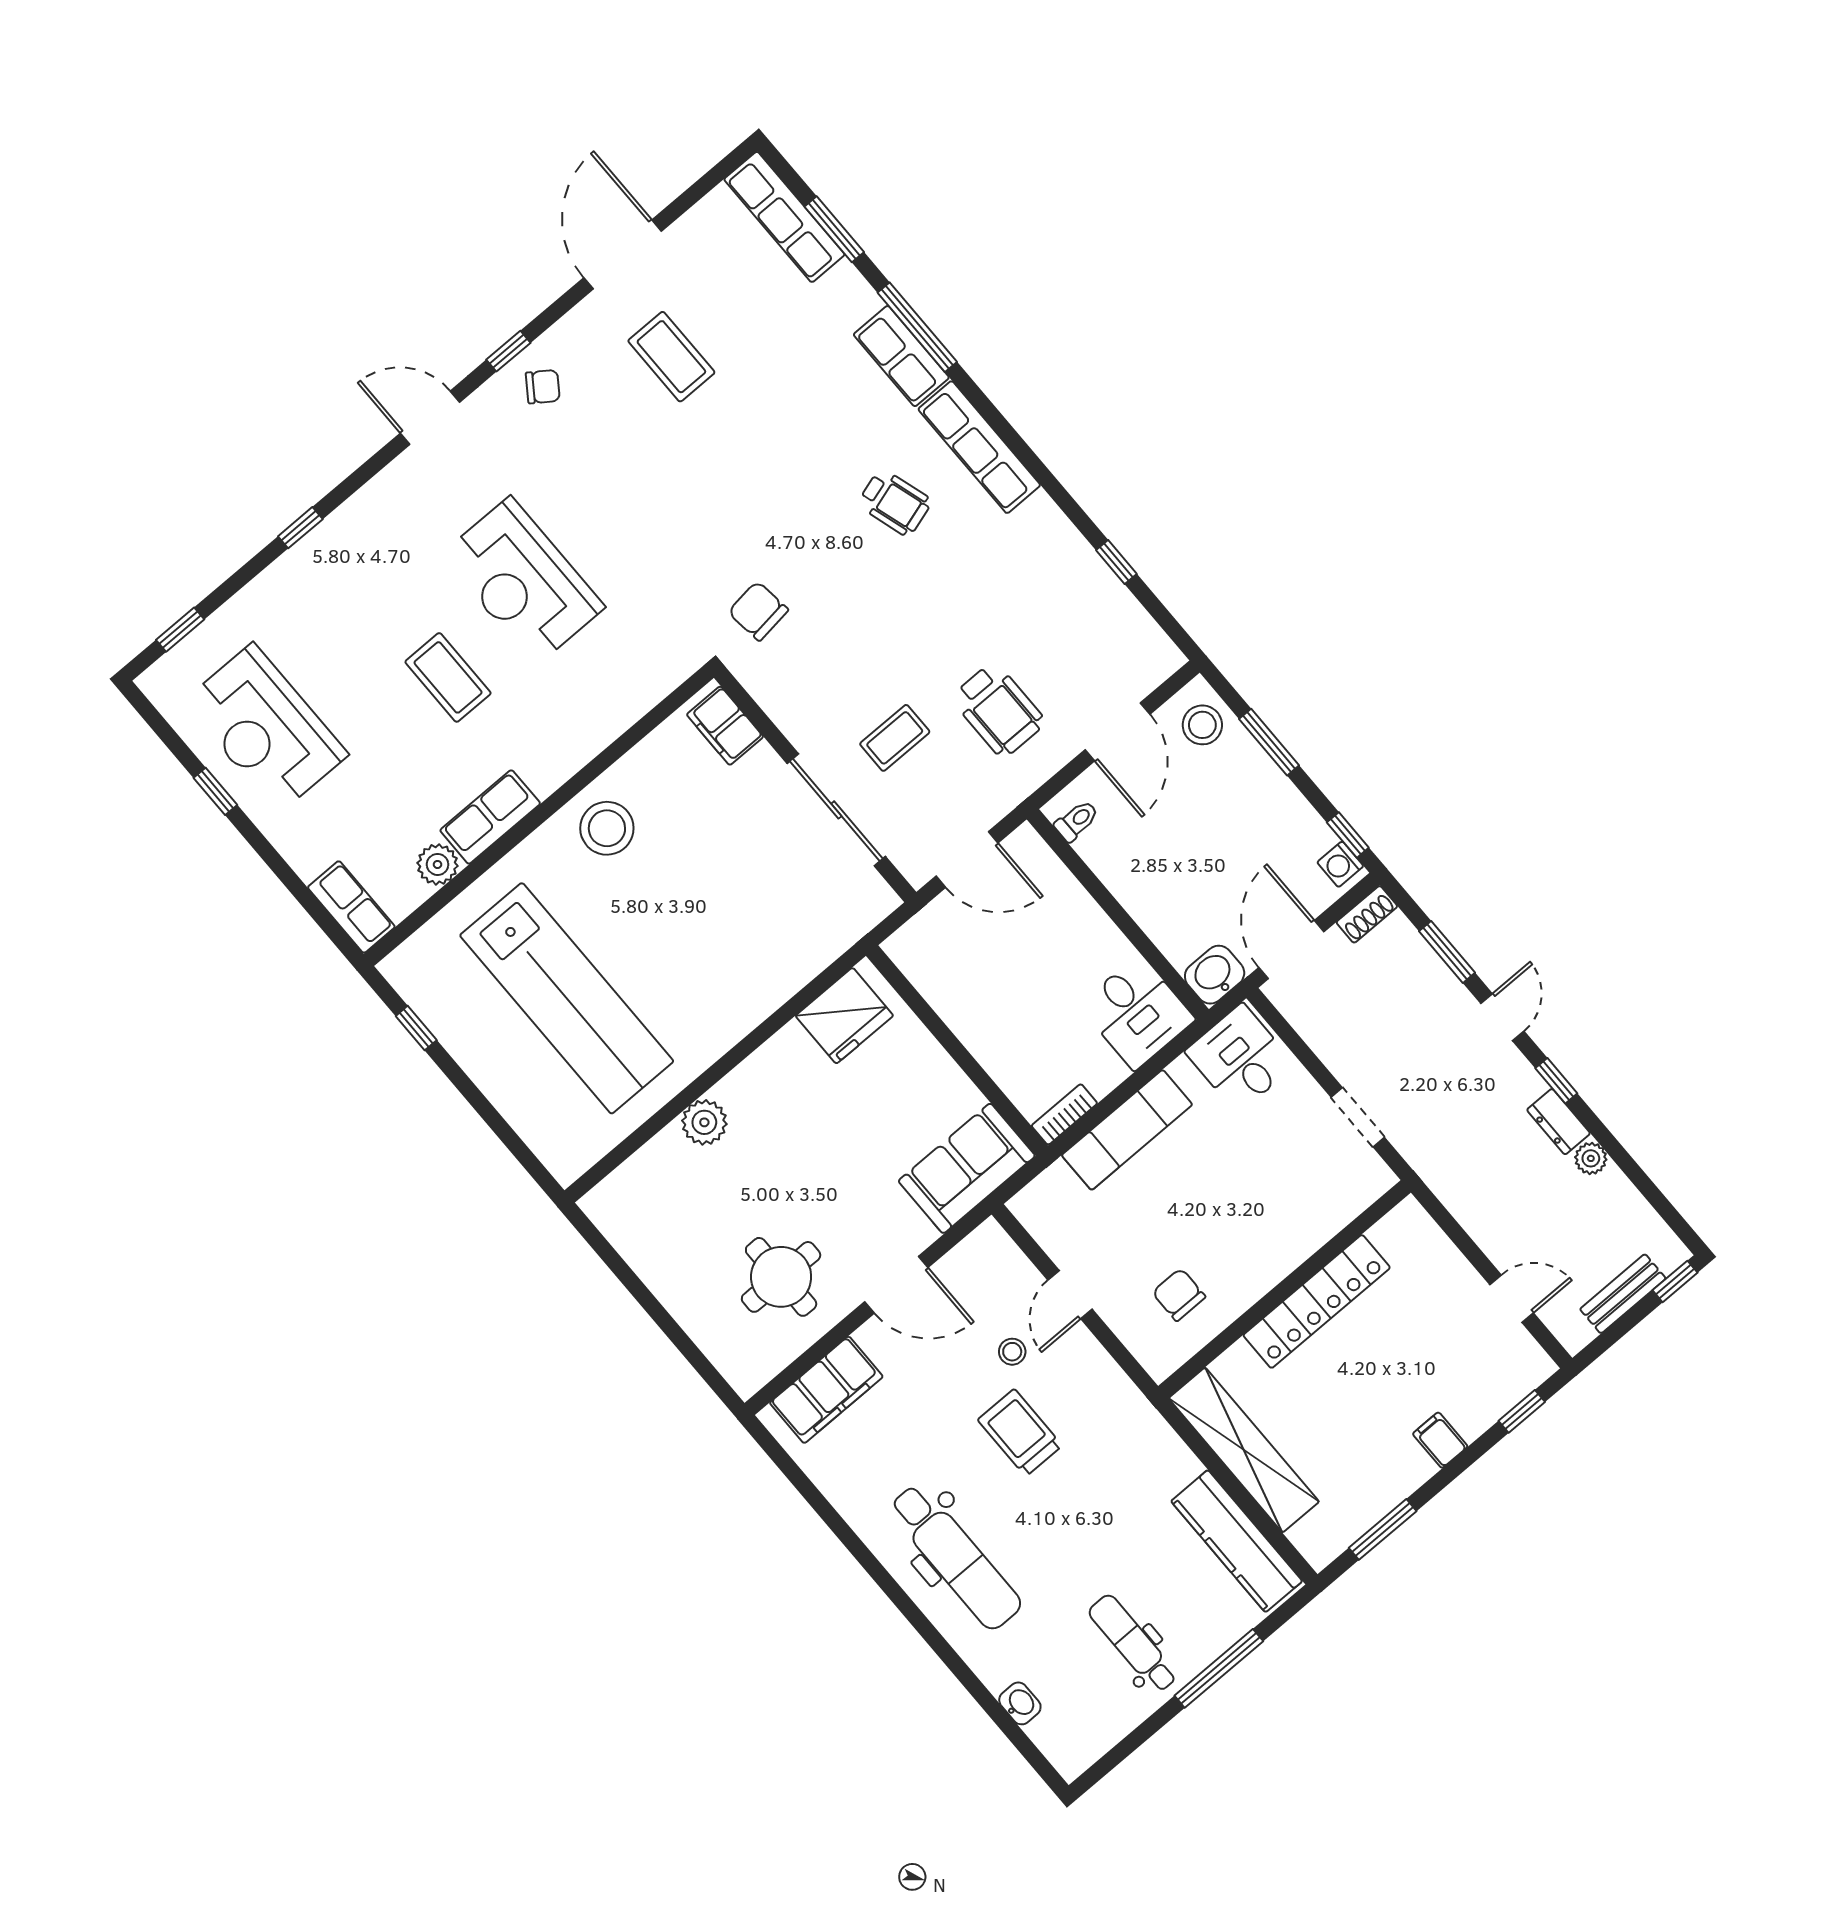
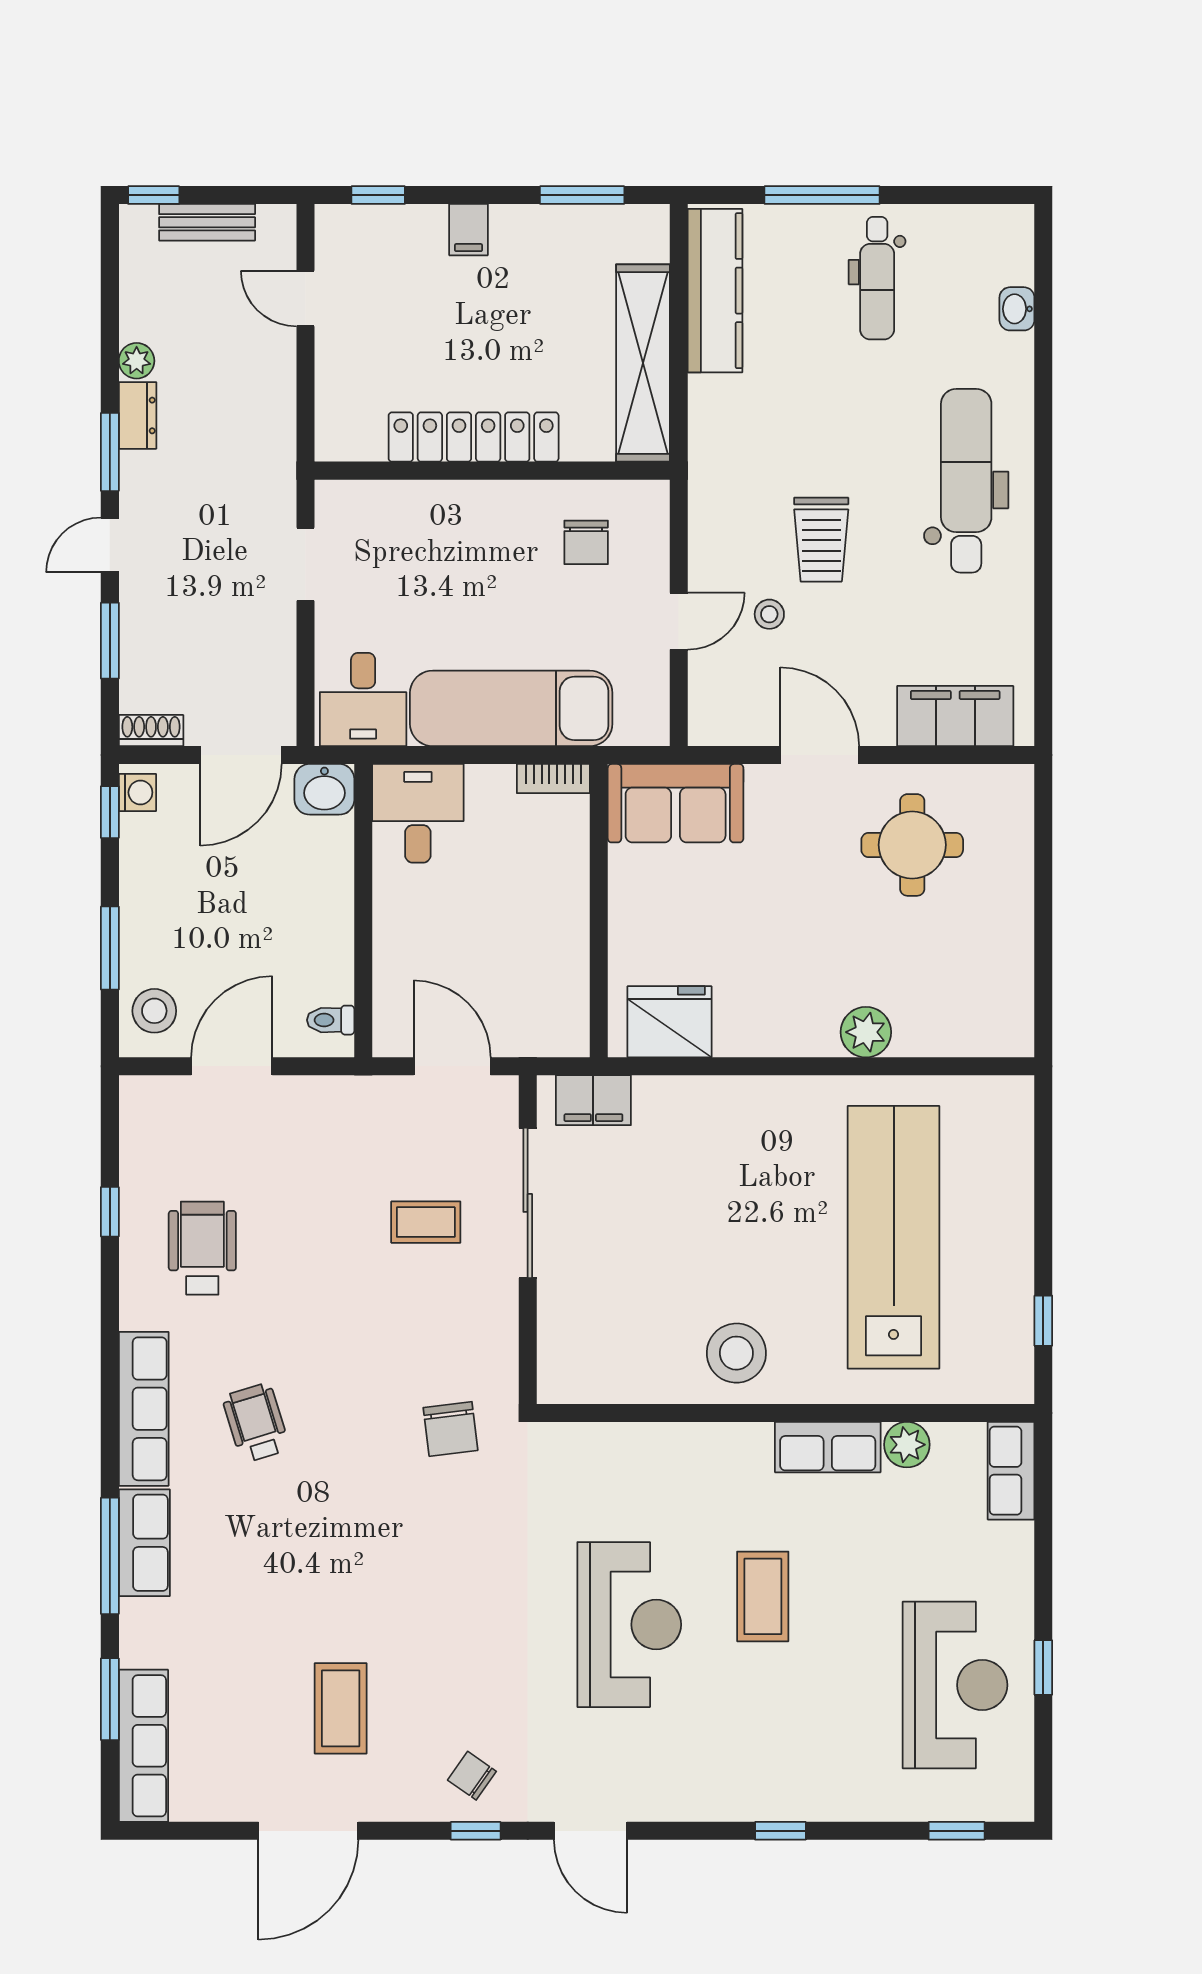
wheelchair: (998, 710) -> (202, 1248), moved
filing cabinet: (725, 726) -> (593, 1100), moved, turned 90
window: (1556, 1081) -> (110, 452), width x1.50
exam couch: (1127, 1130) -> (511, 708), width x1.36, depth x1.45

